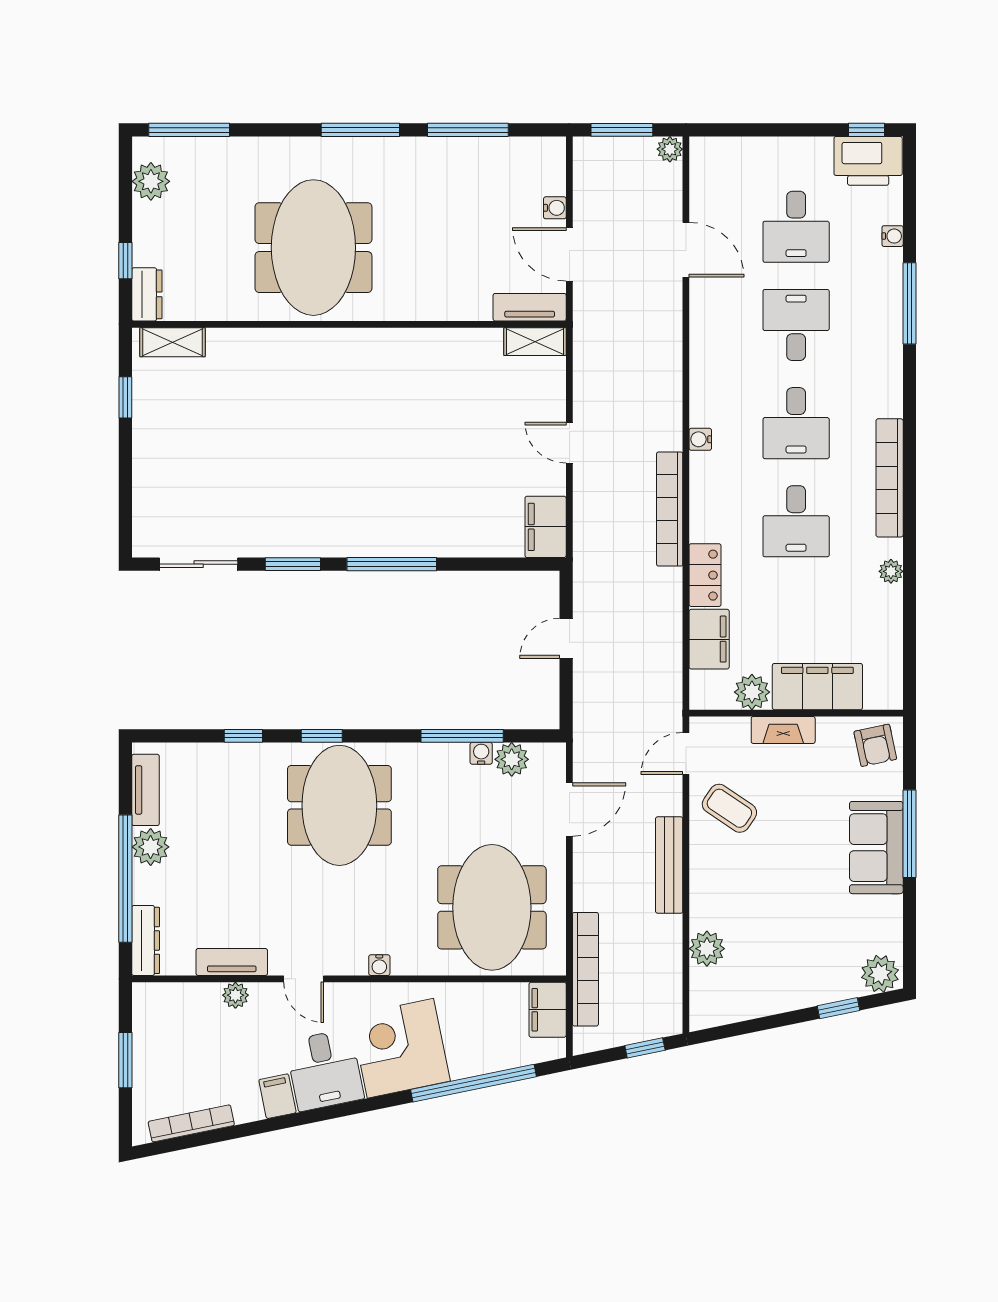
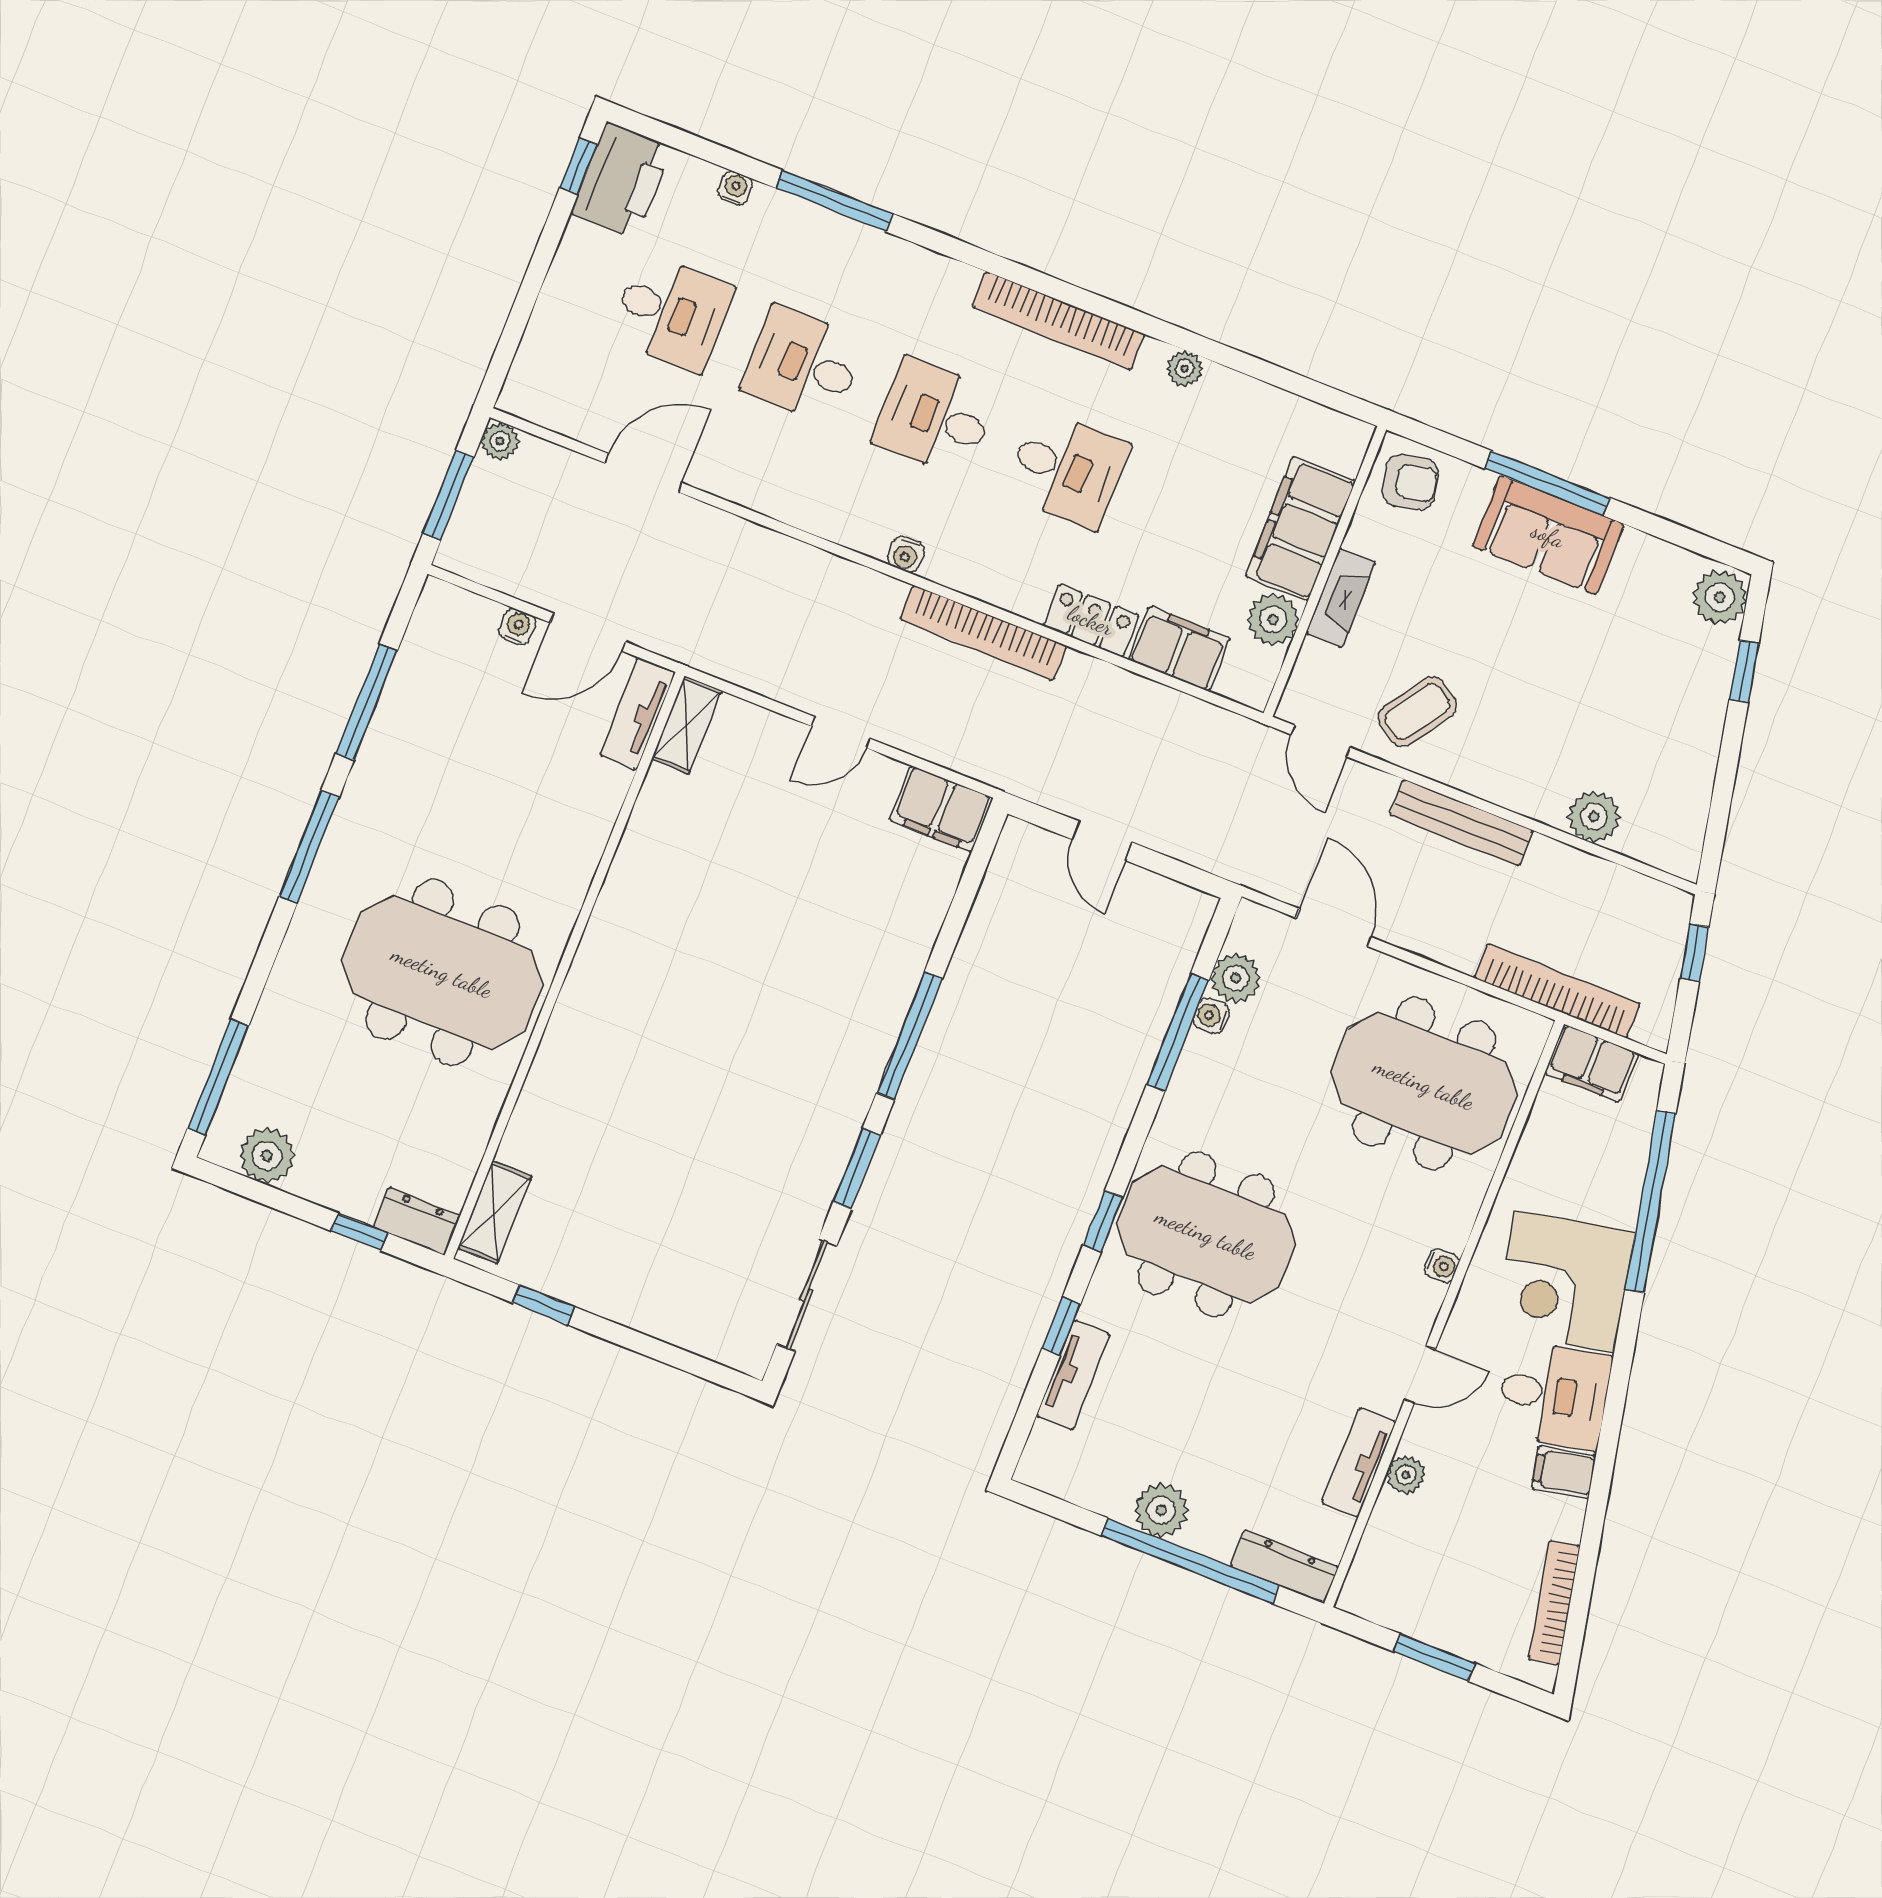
desk: (796, 423) -> (935, 417), turned 180
tv unit: (145, 790) -> (1073, 1375), moved, turned 90

